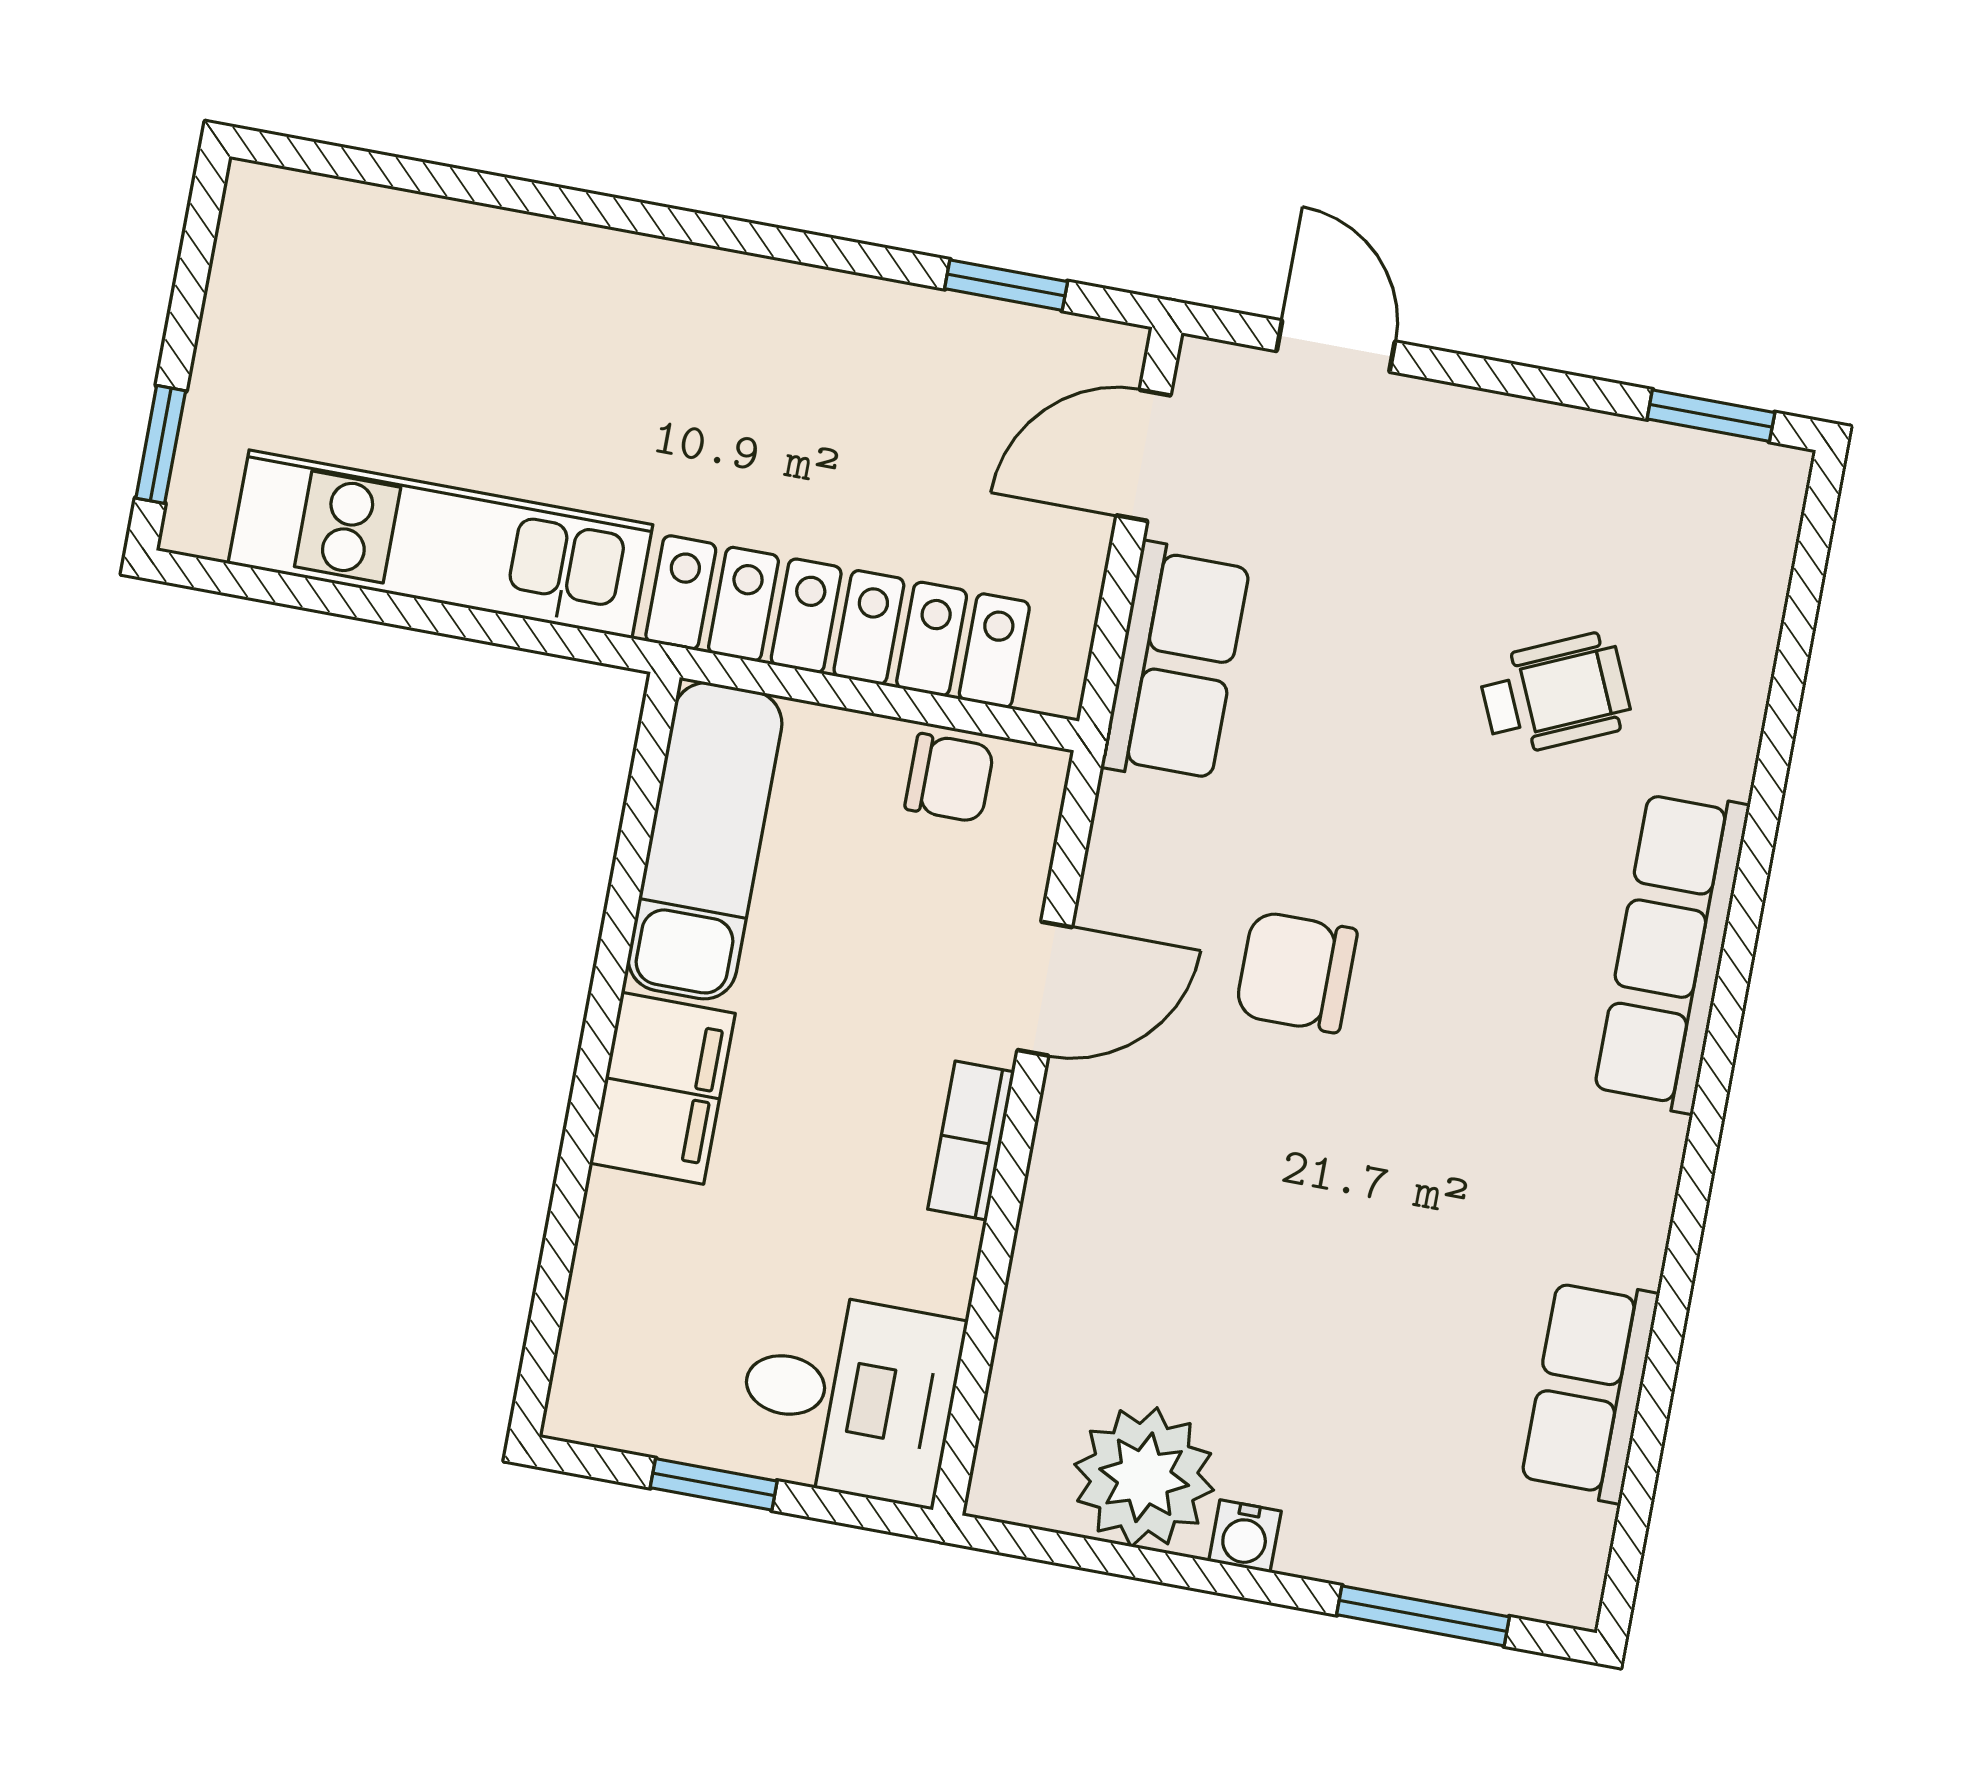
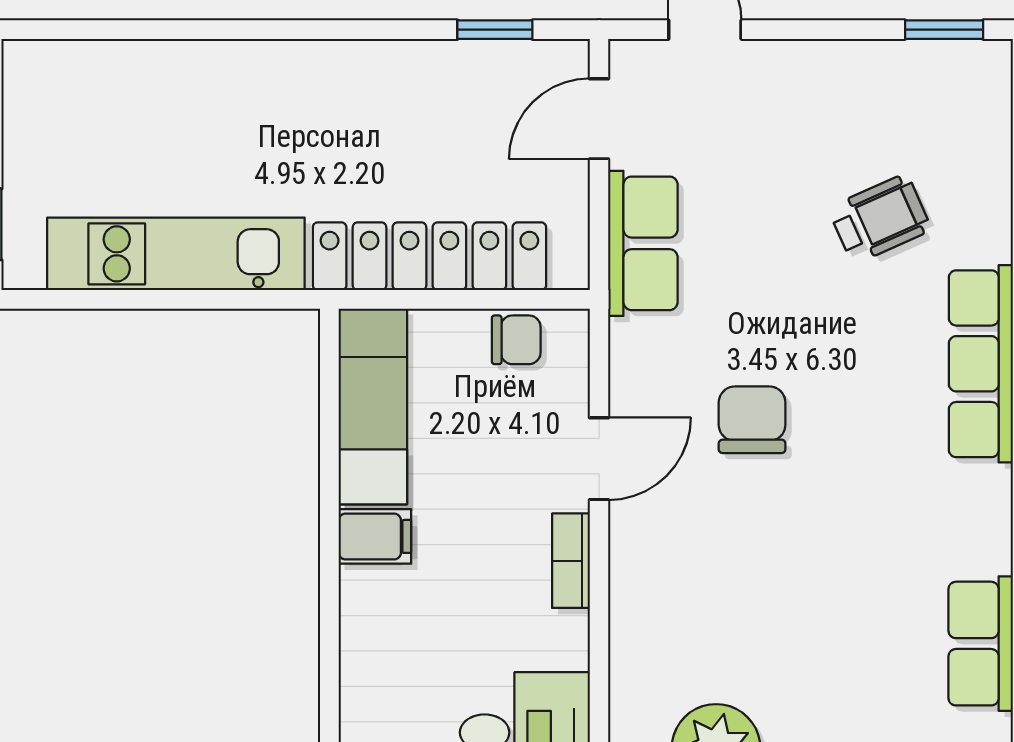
chair: (1296, 972) -> (752, 420), turned 90
filing cabinet: (662, 1088) -> (375, 536), width x0.50

